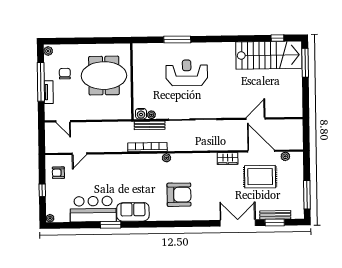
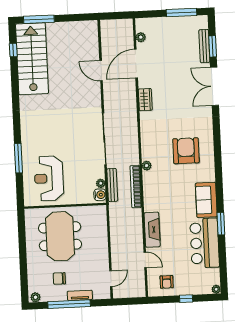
reception desk: (187, 73) -> (49, 178), moved
fireplace: (107, 161) -> (152, 230), added
rug: (260, 177) -> (164, 64), removed

